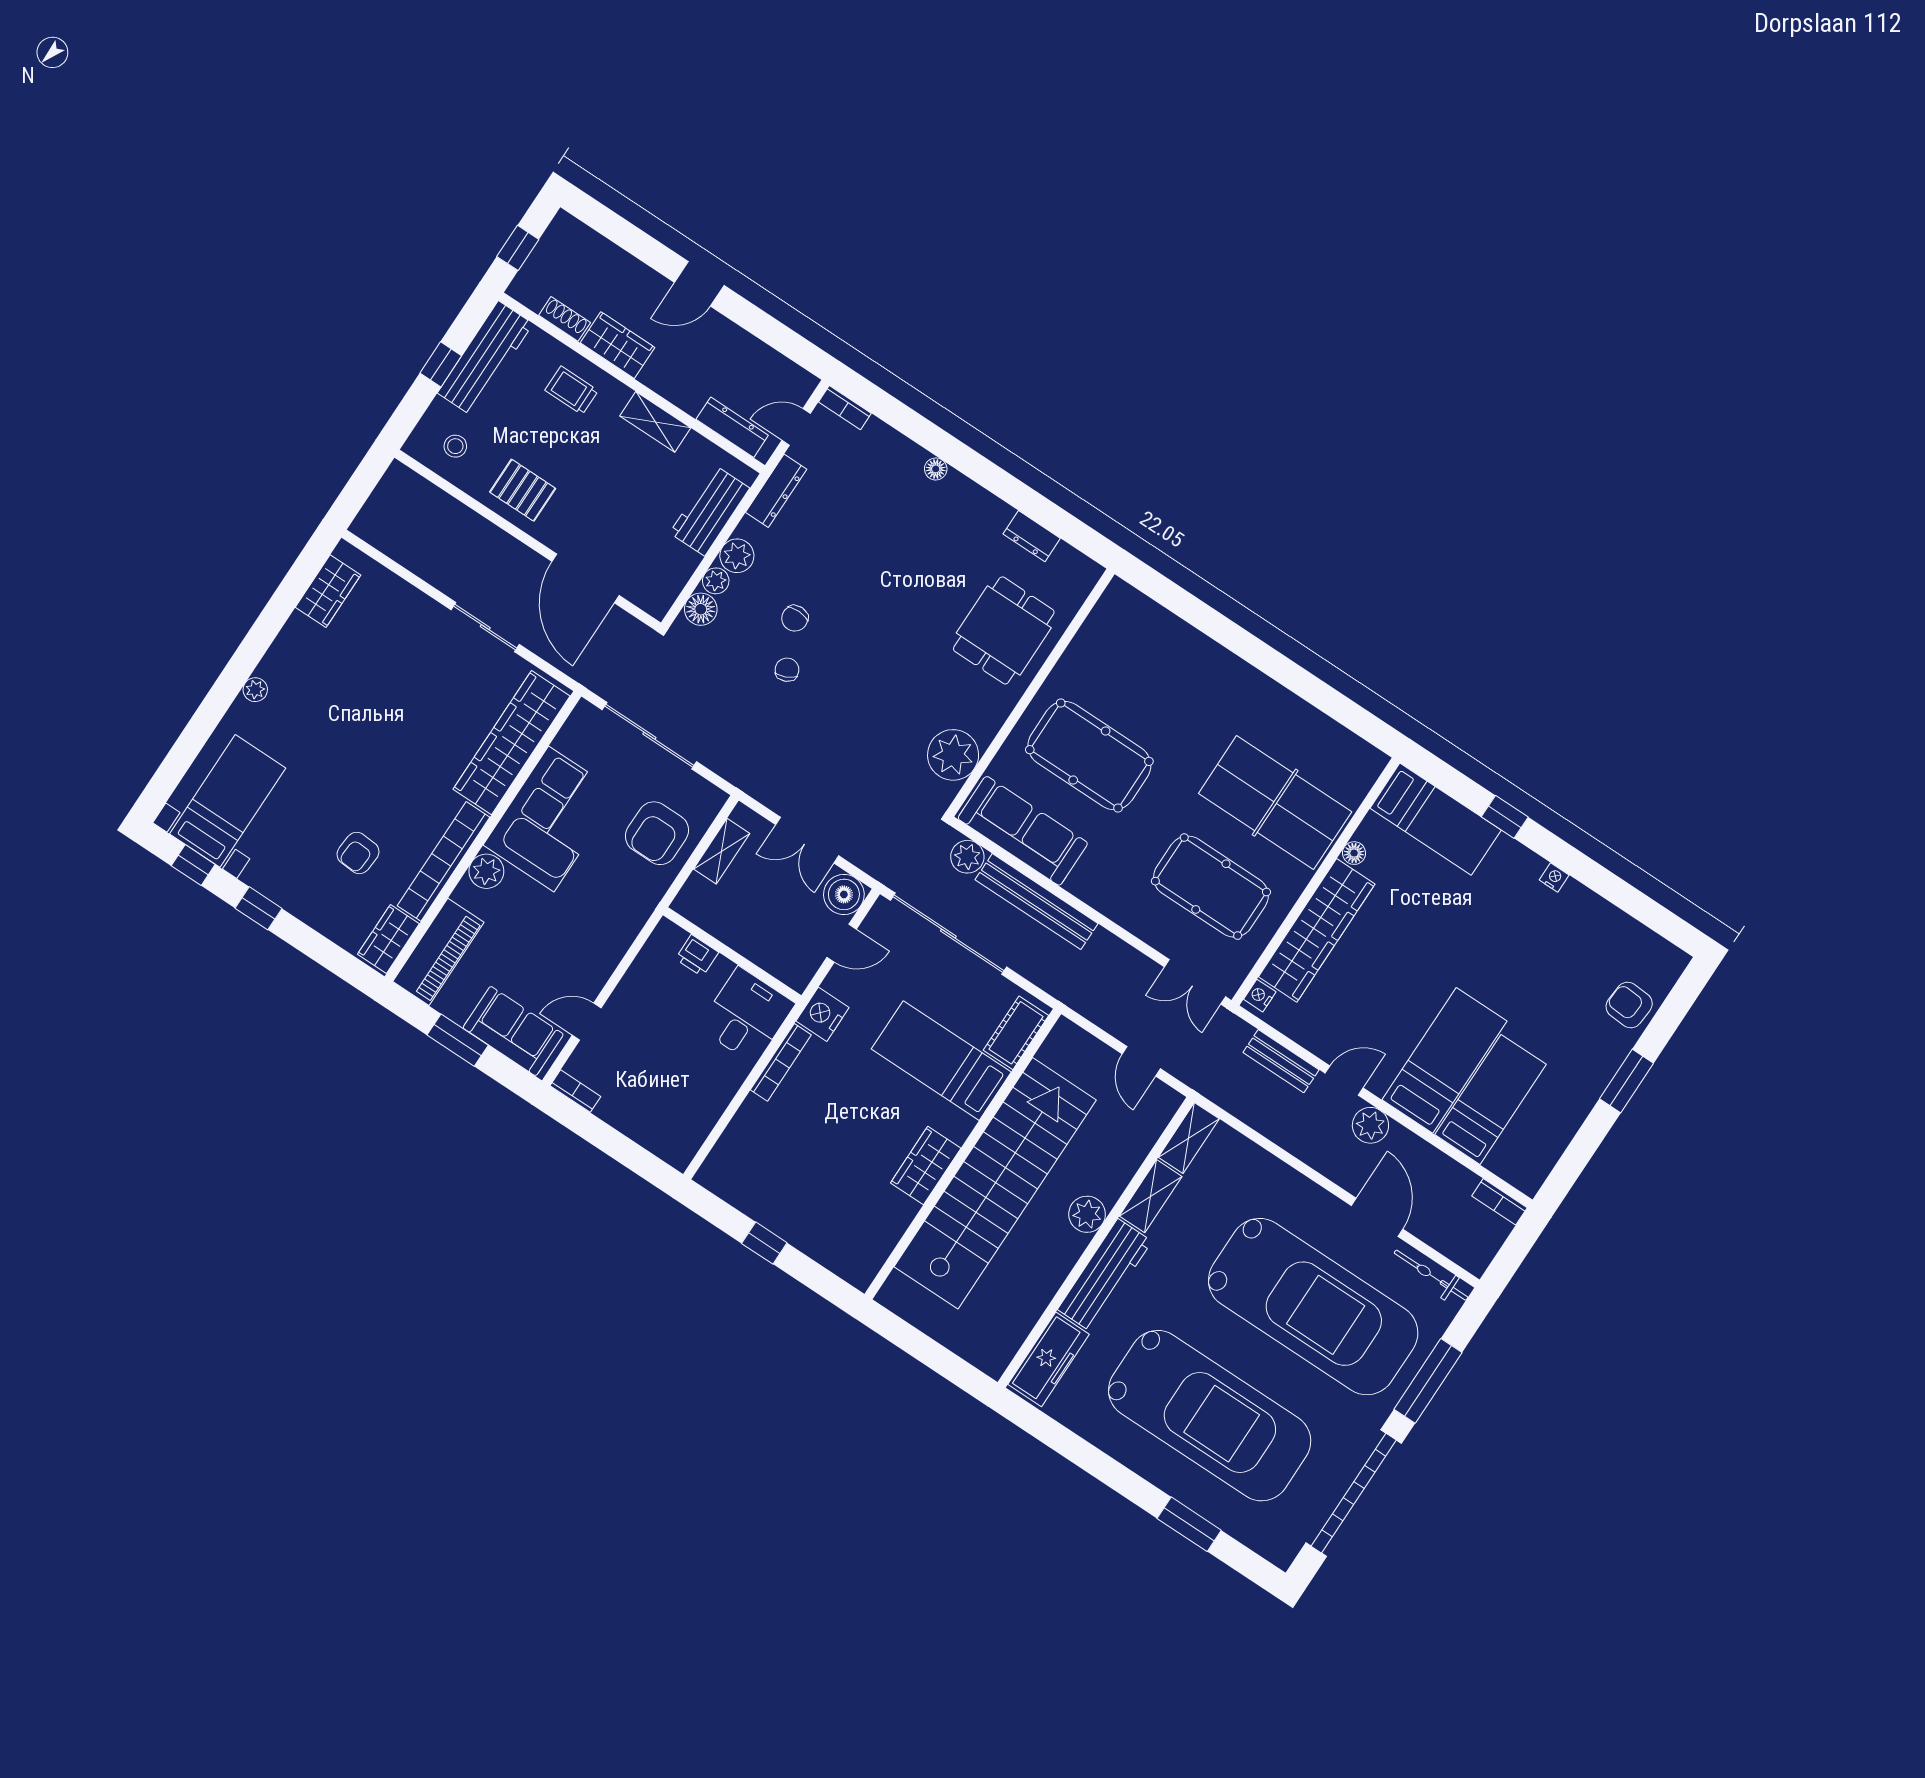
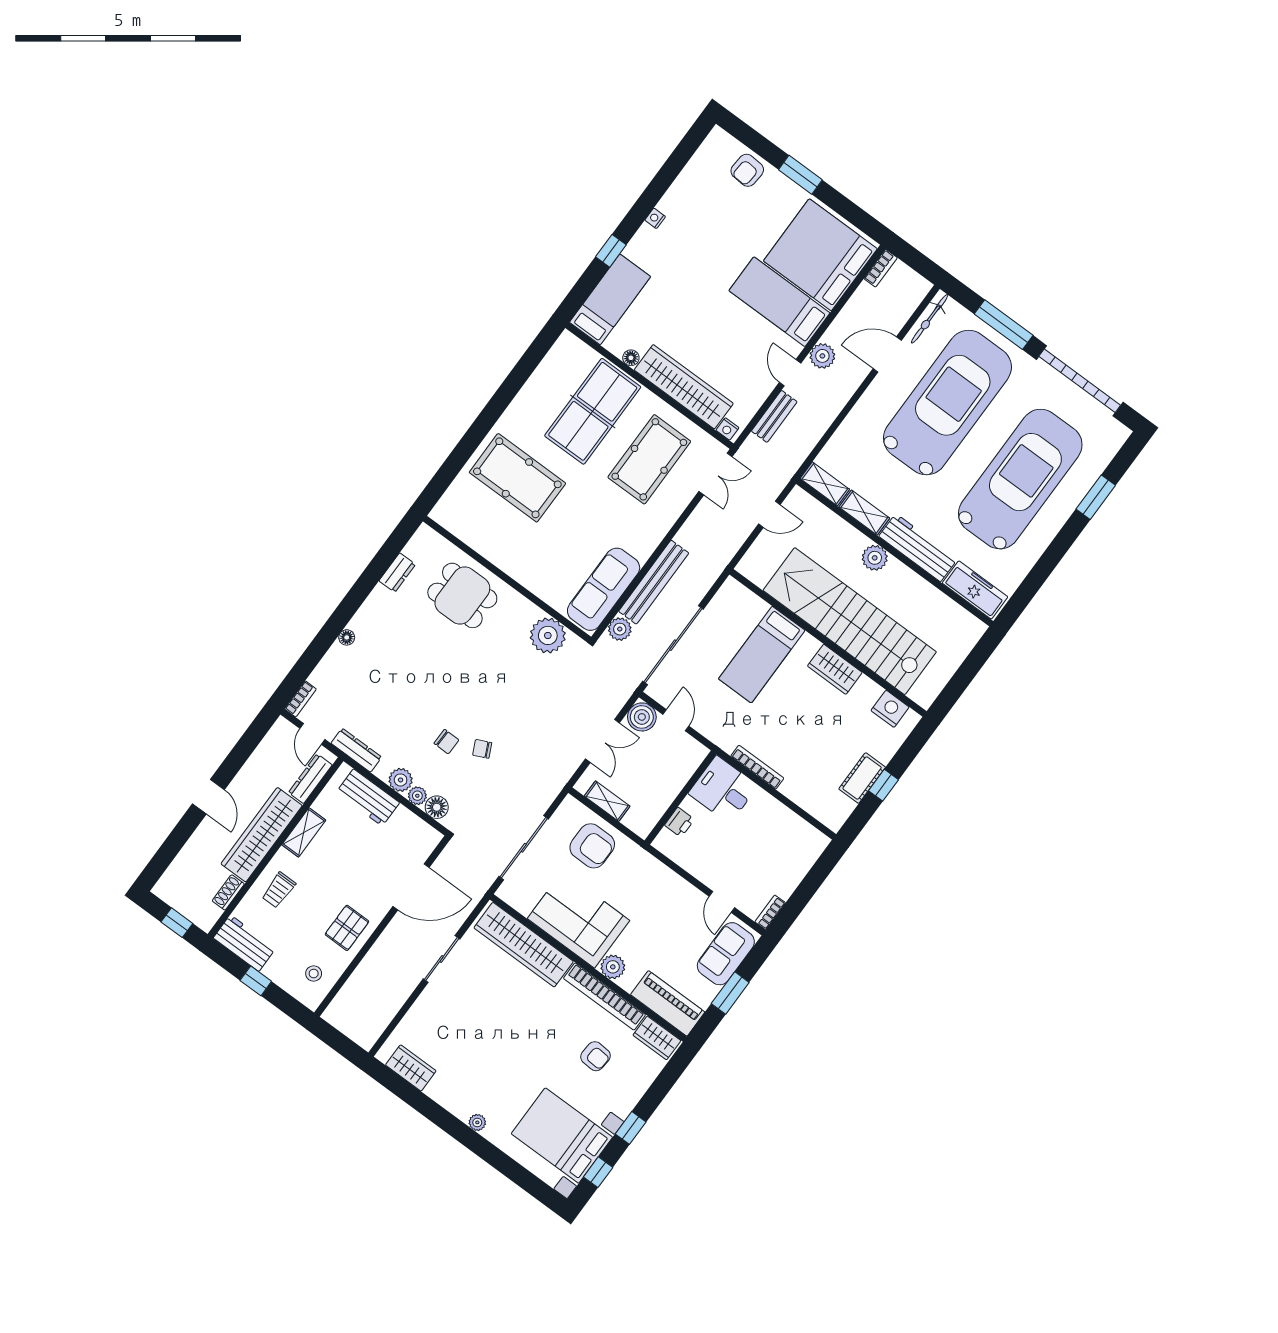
wardrobe: (618, 345) -> (262, 835), width x2.10, depth x1.17
workbench: (485, 358) -> (245, 943), width x0.73
pool table: (1089, 756) -> (517, 478), moved, turned 90
bed with nightstands: (228, 801) -> (562, 1136), width x1.36
nightstand: (822, 1014) -> (890, 709), moved, turned 180
cot: (1016, 1033) -> (862, 778), moved, turned 90
bed: (1491, 1099) -> (820, 255), width x2.04

